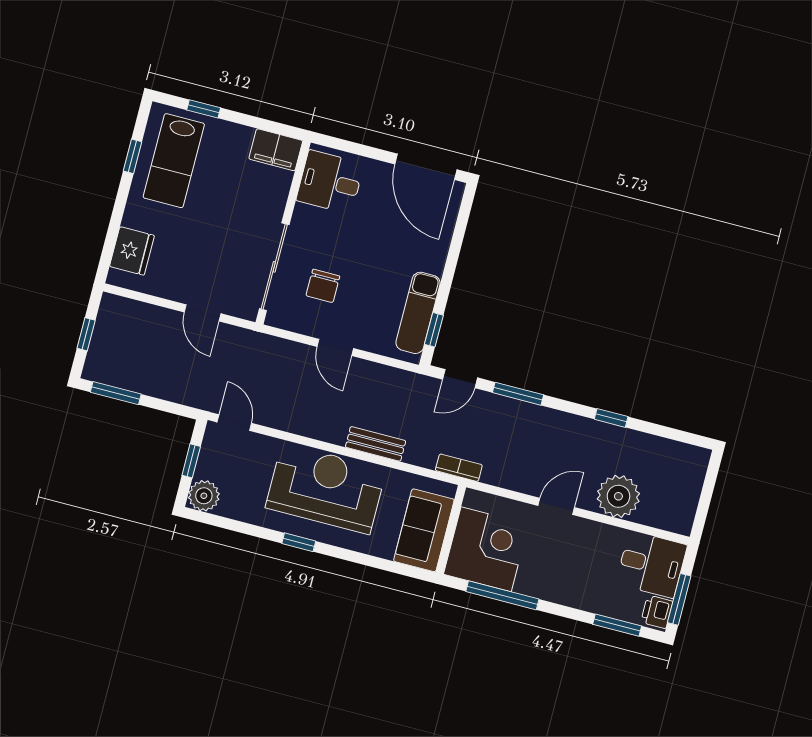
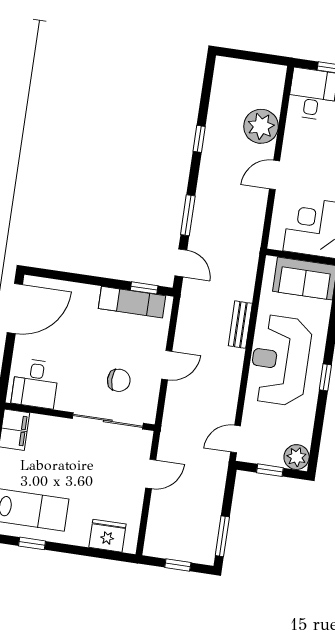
bookcase: (459, 468) -> (252, 256), removed
door: (556, 506) -> (275, 175), hinge flipped

